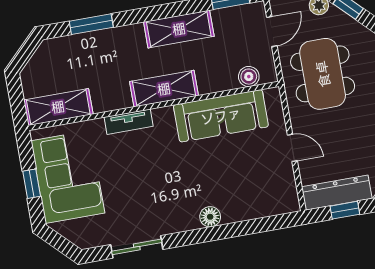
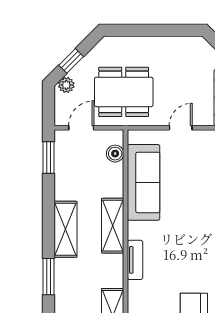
shelving: (179, 29) -> (65, 229), moved
door: (272, 32) -> (81, 128), hinge flipped

